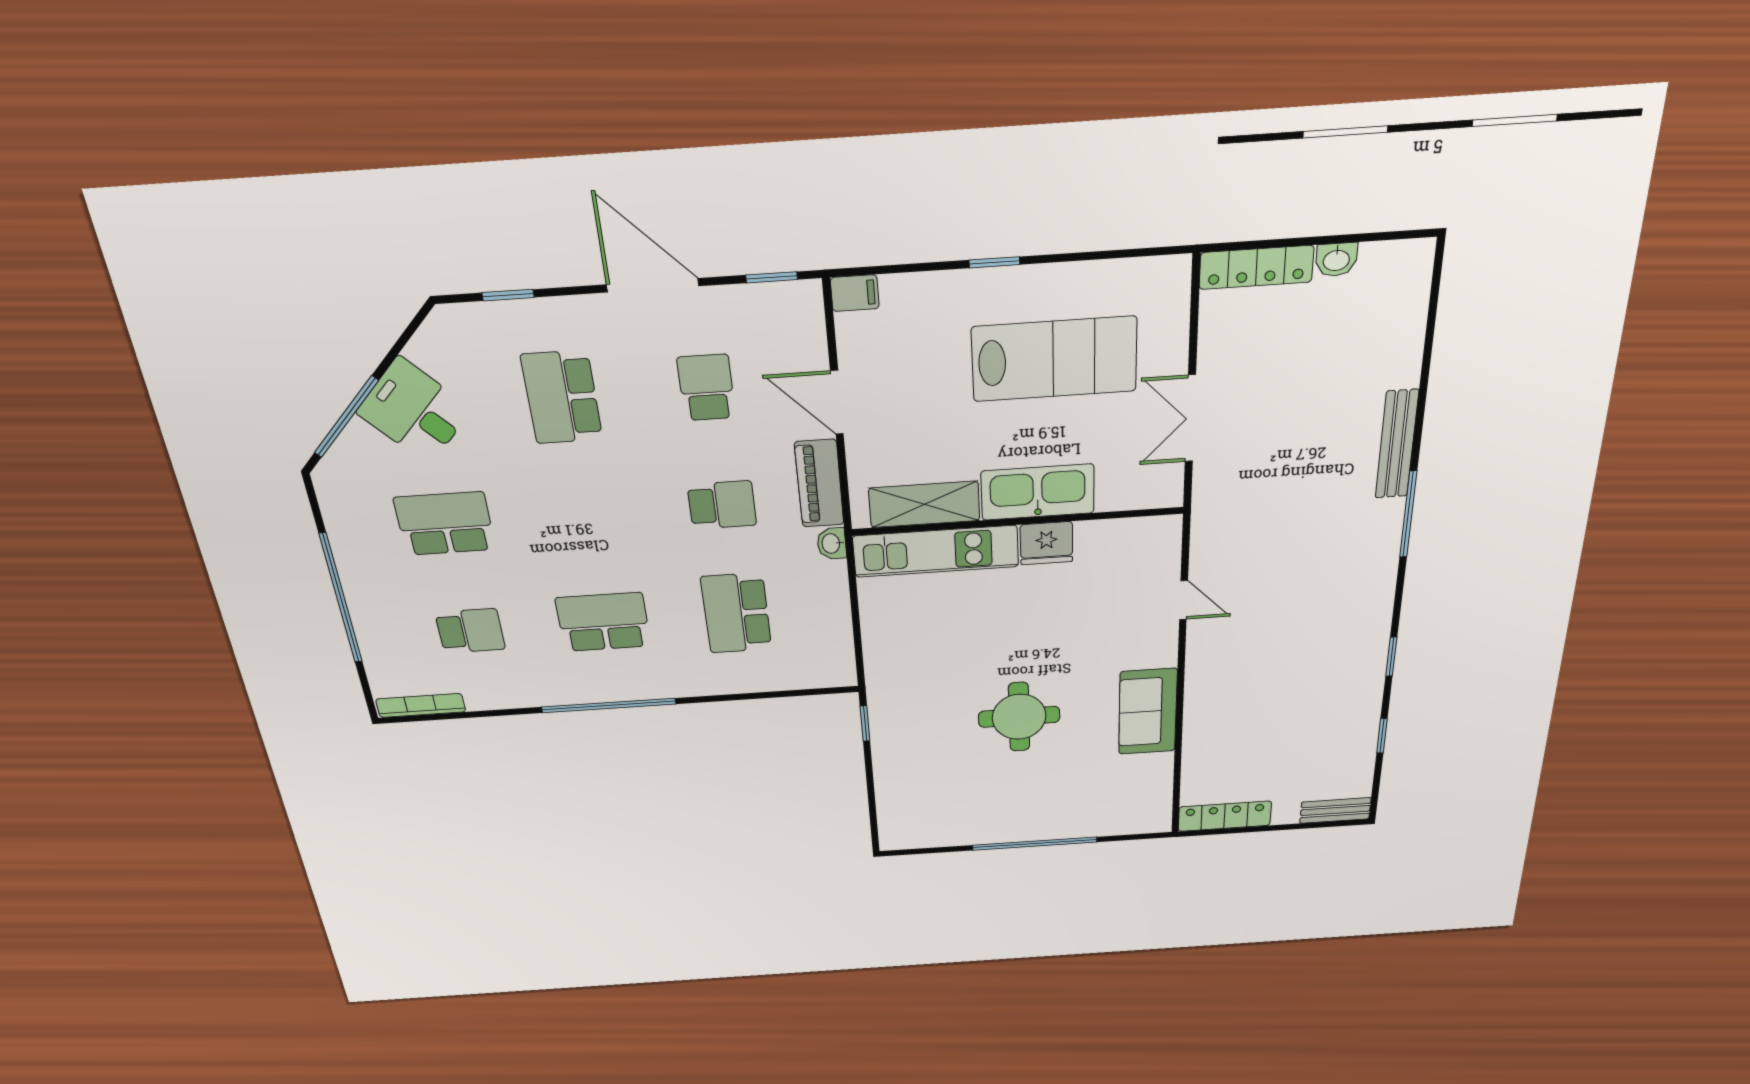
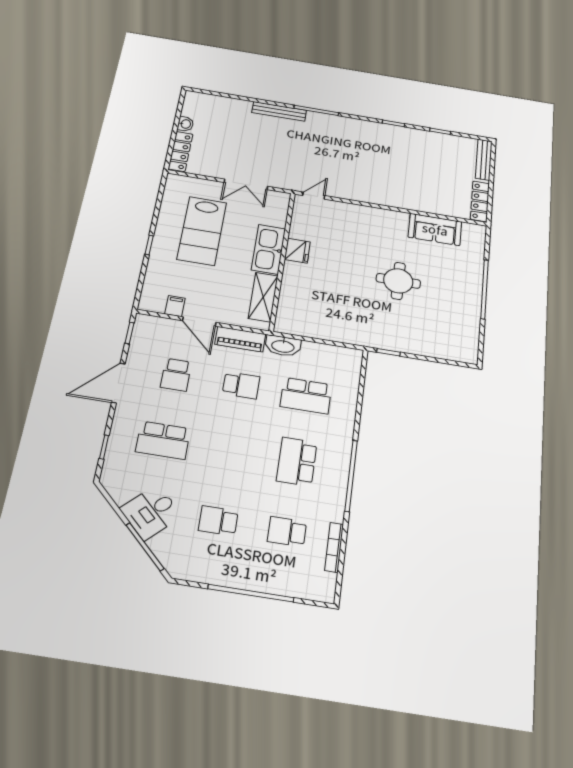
filing cabinet: (855, 293) -> (175, 306), moved
lab bench: (1054, 359) -> (202, 231), turned 180
school desk: (706, 388) -> (176, 375), turned -90
door: (837, 402) -> (199, 321), hinge flipped
school desk: (722, 505) -> (241, 385), turned 90
school desk: (445, 524) -> (218, 521), width x0.54
washbasin: (832, 543) -> (283, 346), width x1.91, depth x1.45
kitchen unit: (936, 551) -> (291, 298), removed
door: (1184, 600) -> (314, 196), moved
school desk: (470, 631) -> (287, 532), turned -90
bookcase: (421, 705) -> (334, 547), moved
sofa: (1148, 712) -> (435, 229), moved
bench: (1335, 810) -> (484, 160), width x1.36

